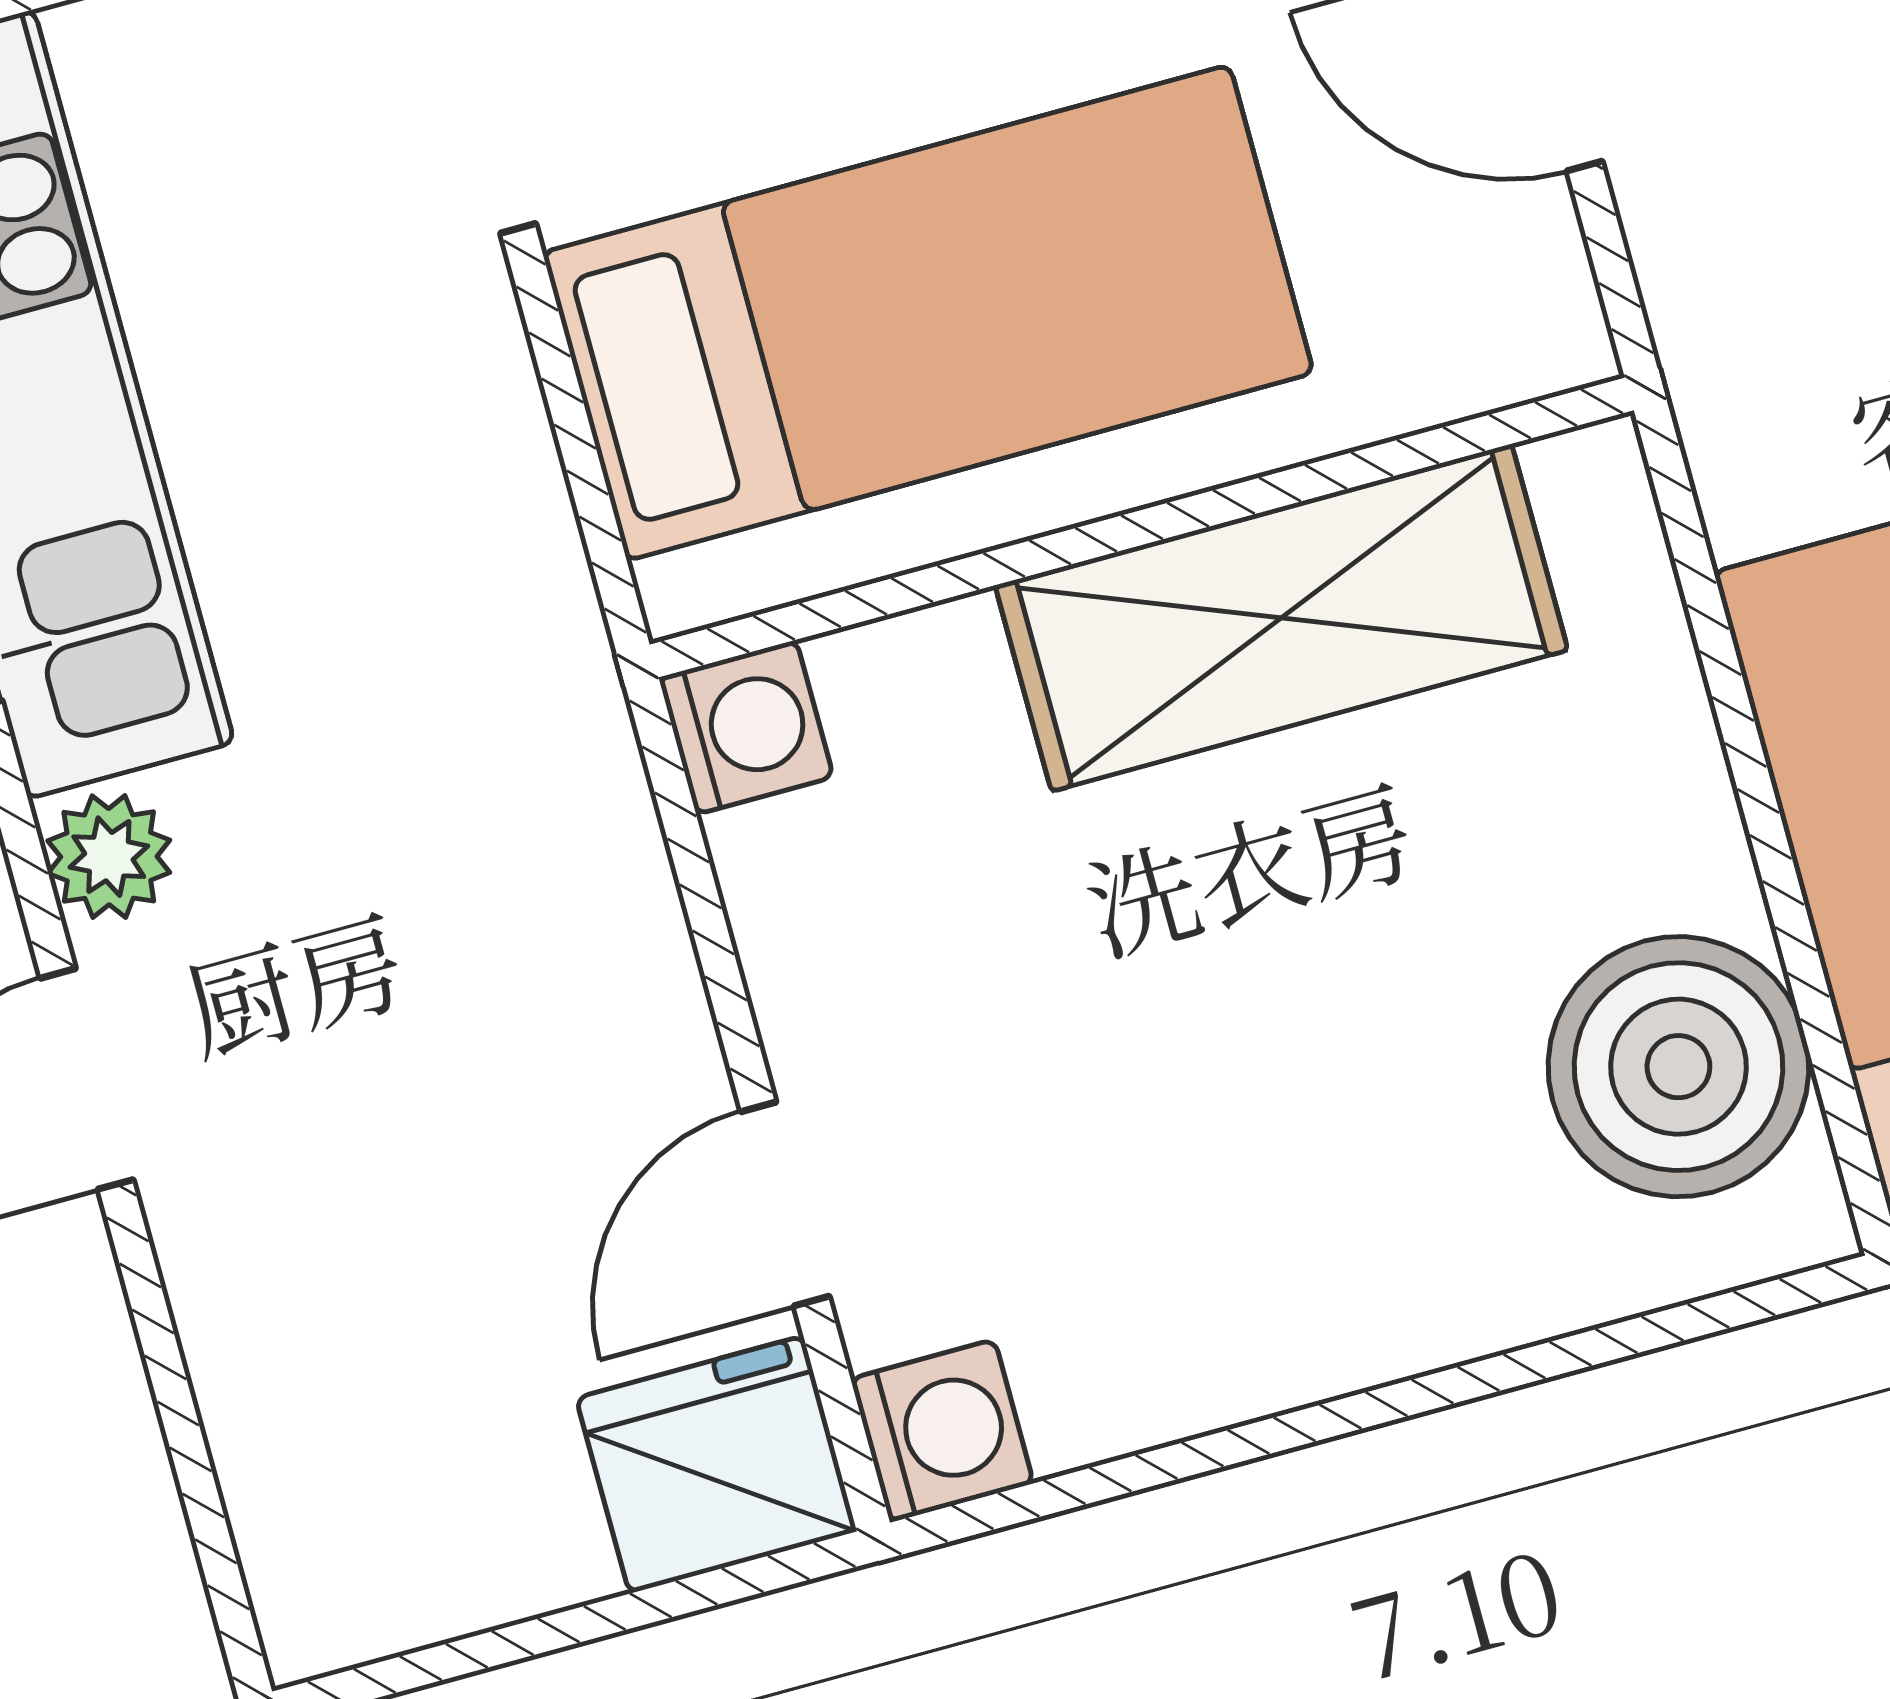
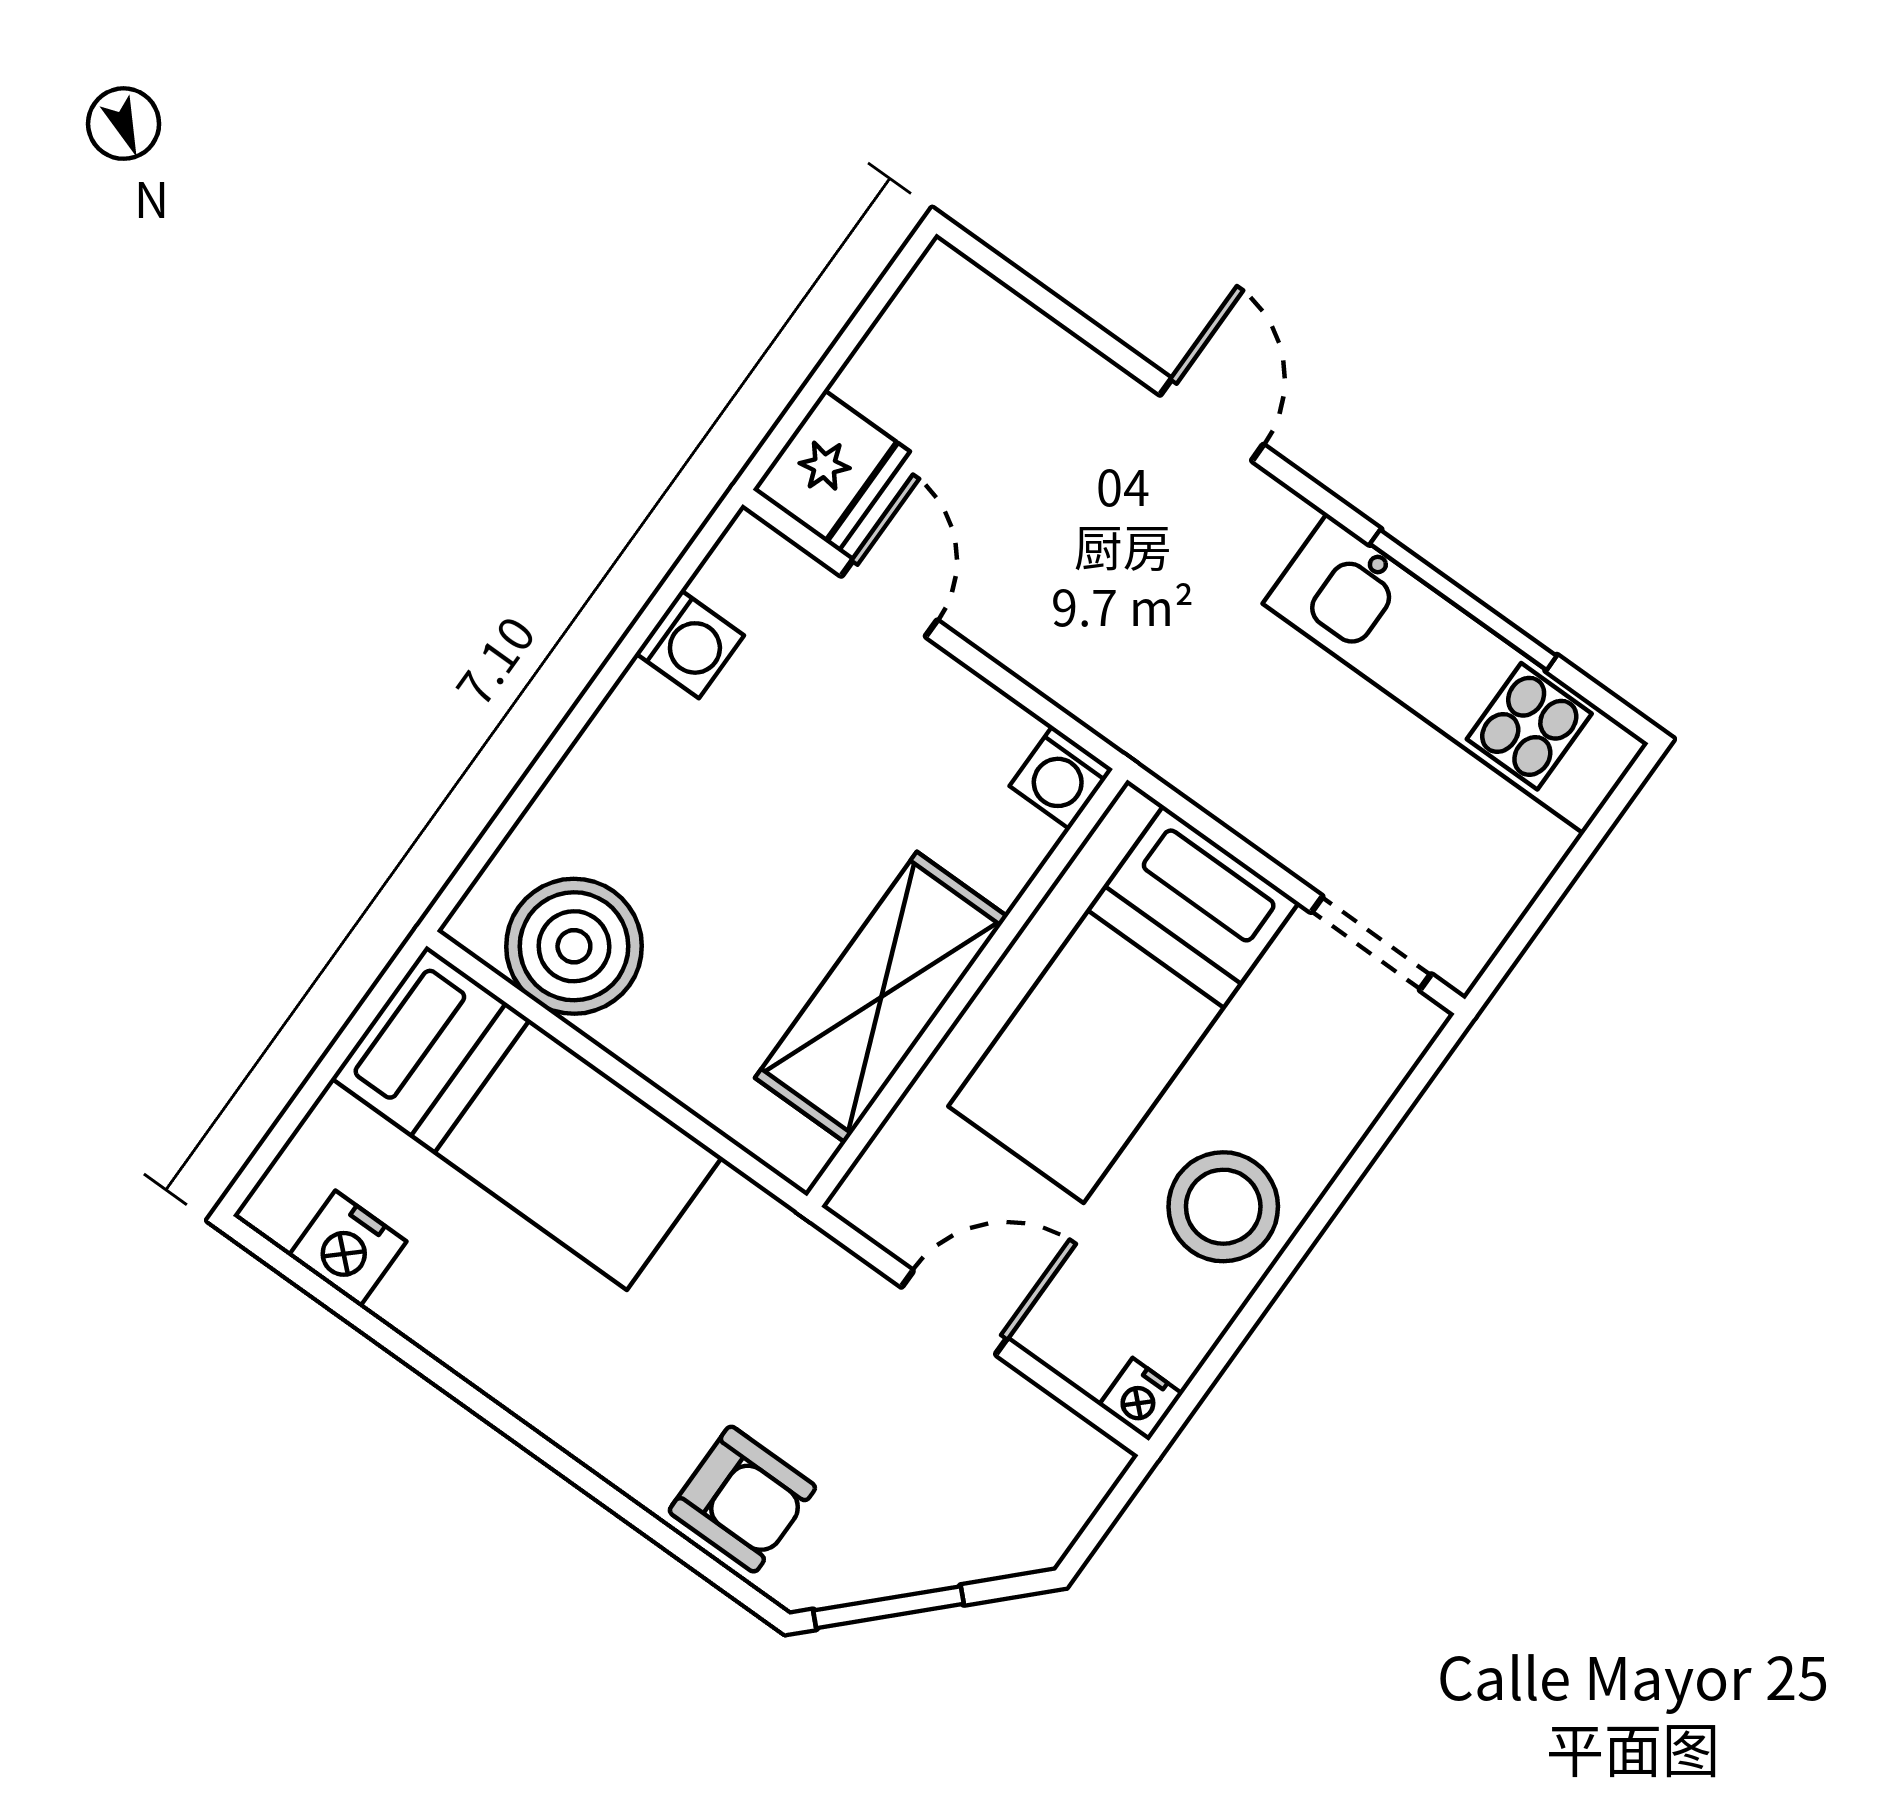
plant: (109, 857) -> (1276, 517), removed
washing machine: (942, 1431) -> (690, 644), moved, turned -90

